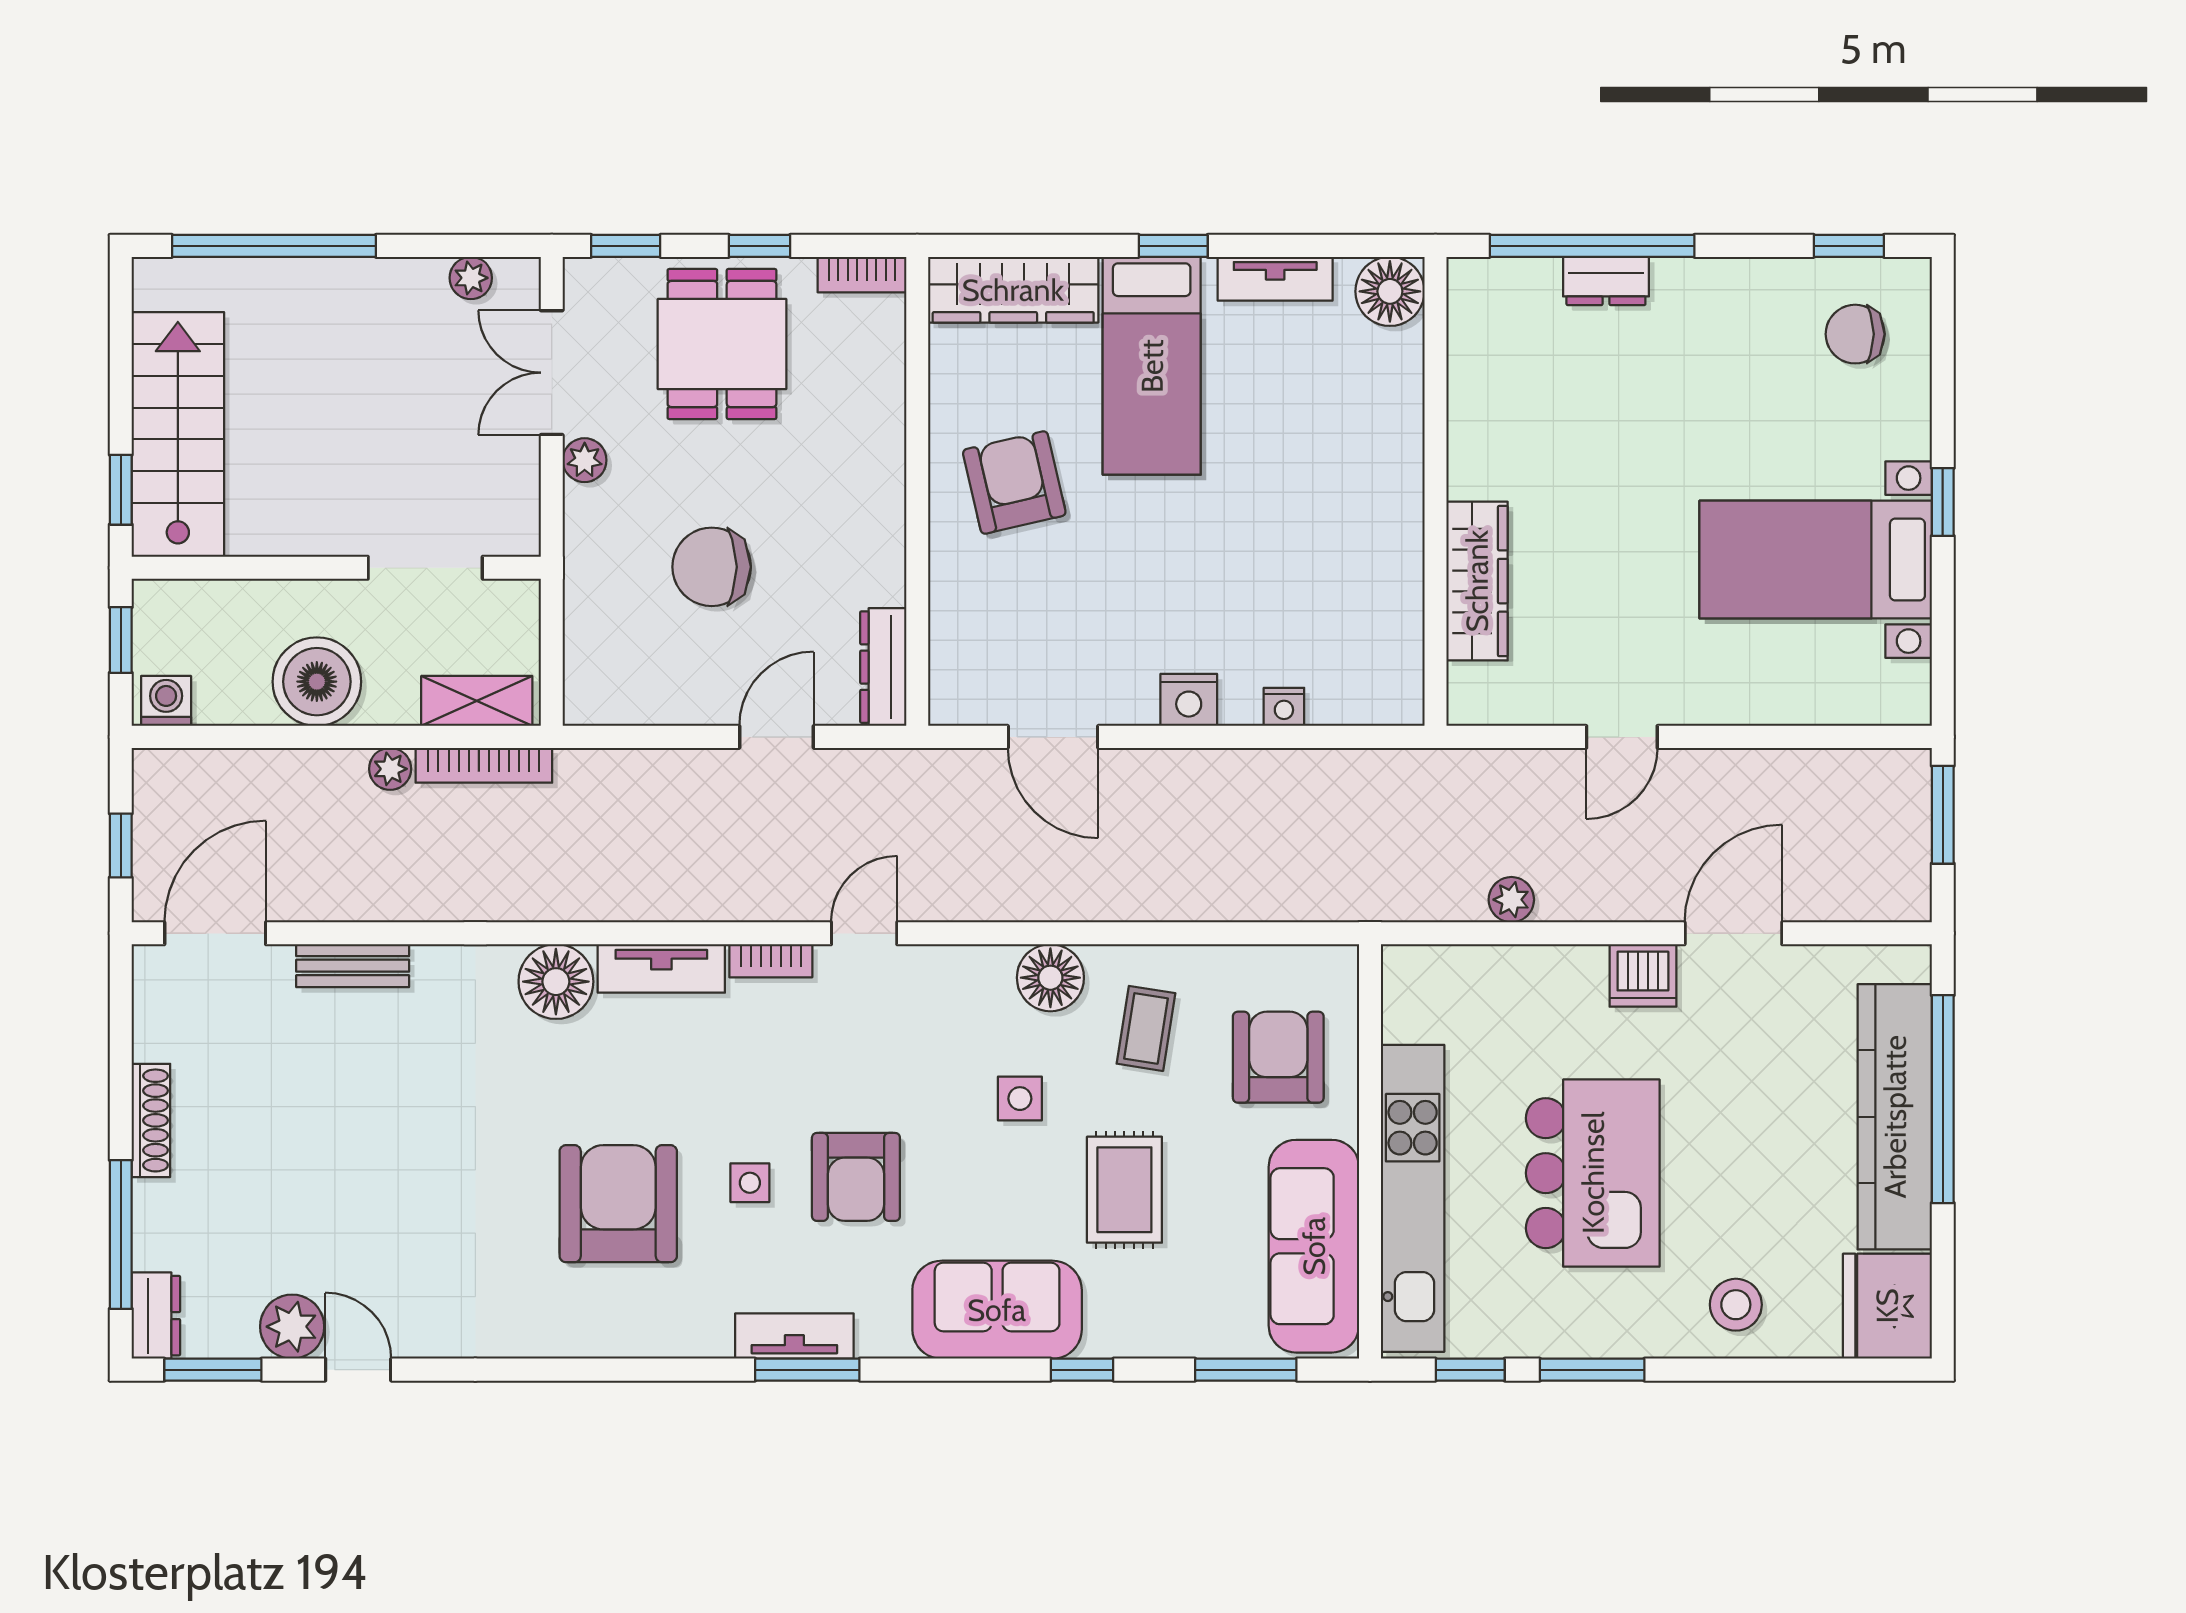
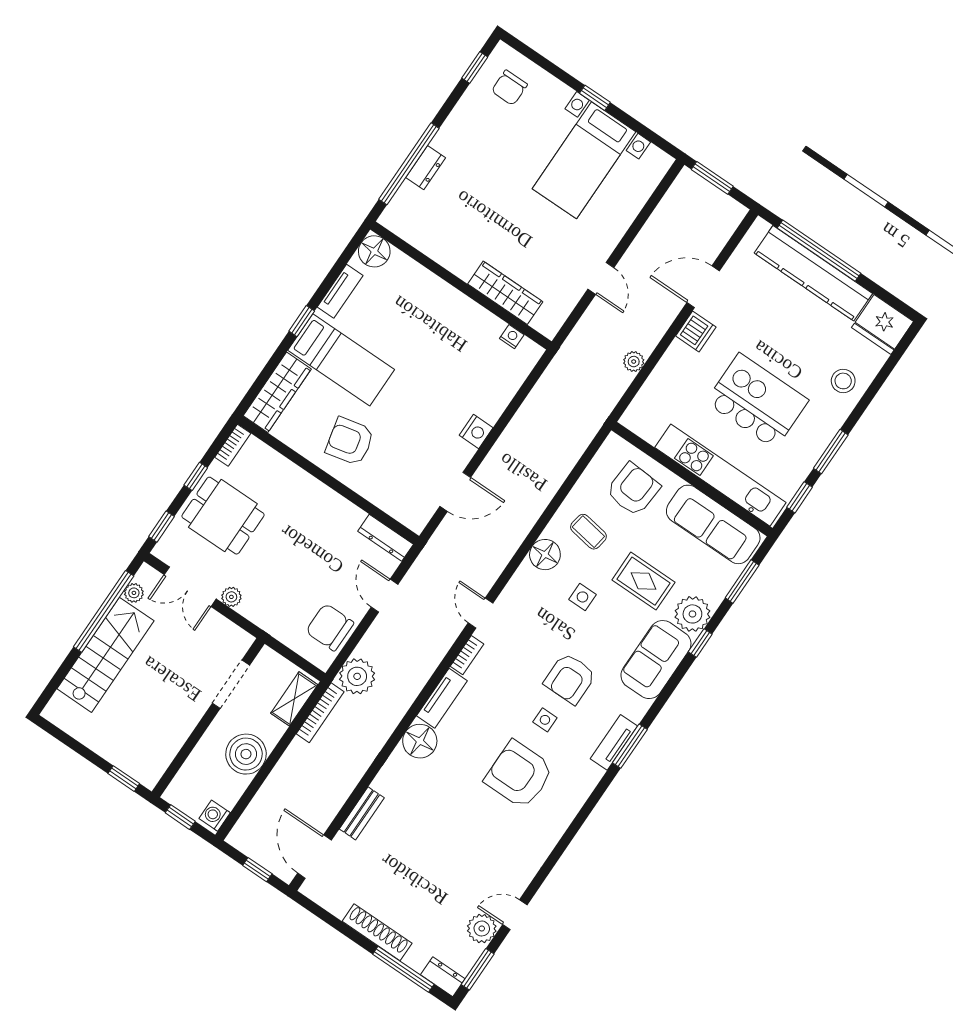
window: (274, 246) -> (104, 611), moved
stairs: (178, 434) -> (105, 655), moved, turned 90
chair: (712, 567) -> (330, 627), moved, turned 90
nightstand: (1284, 707) -> (512, 337), moved, turned -90
plant: (390, 769) -> (357, 676), moved, width x1.87, depth x1.87
door: (1733, 933) -> (703, 287), hinge flipped
armchair: (1278, 1057) -> (633, 489), turned 94
shoe rack: (151, 1120) -> (377, 932), width x1.36, depth x1.24
armchair: (856, 1177) -> (570, 679), turned 90
plant: (1125, 1320) -> (692, 614), added

